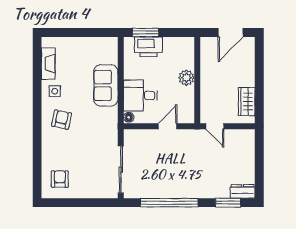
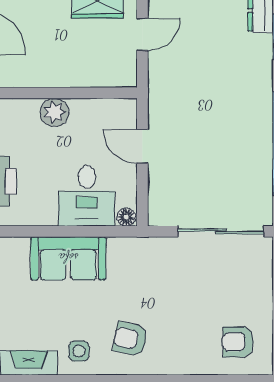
door: (215, 126) -> (142, 34), moved

